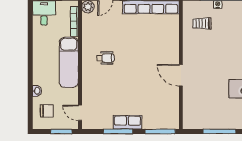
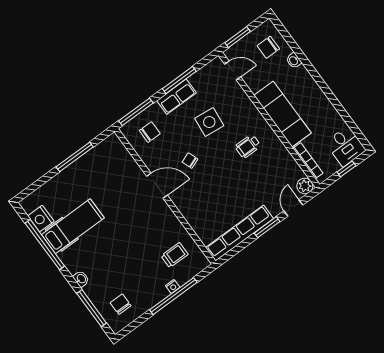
chair: (149, 76) -> (190, 161), added
side table: (119, 91) -> (209, 122), added
chair: (161, 112) -> (150, 132), added

